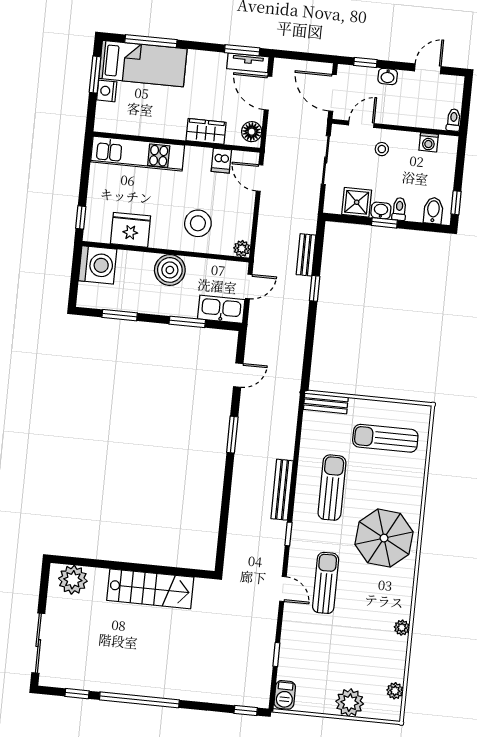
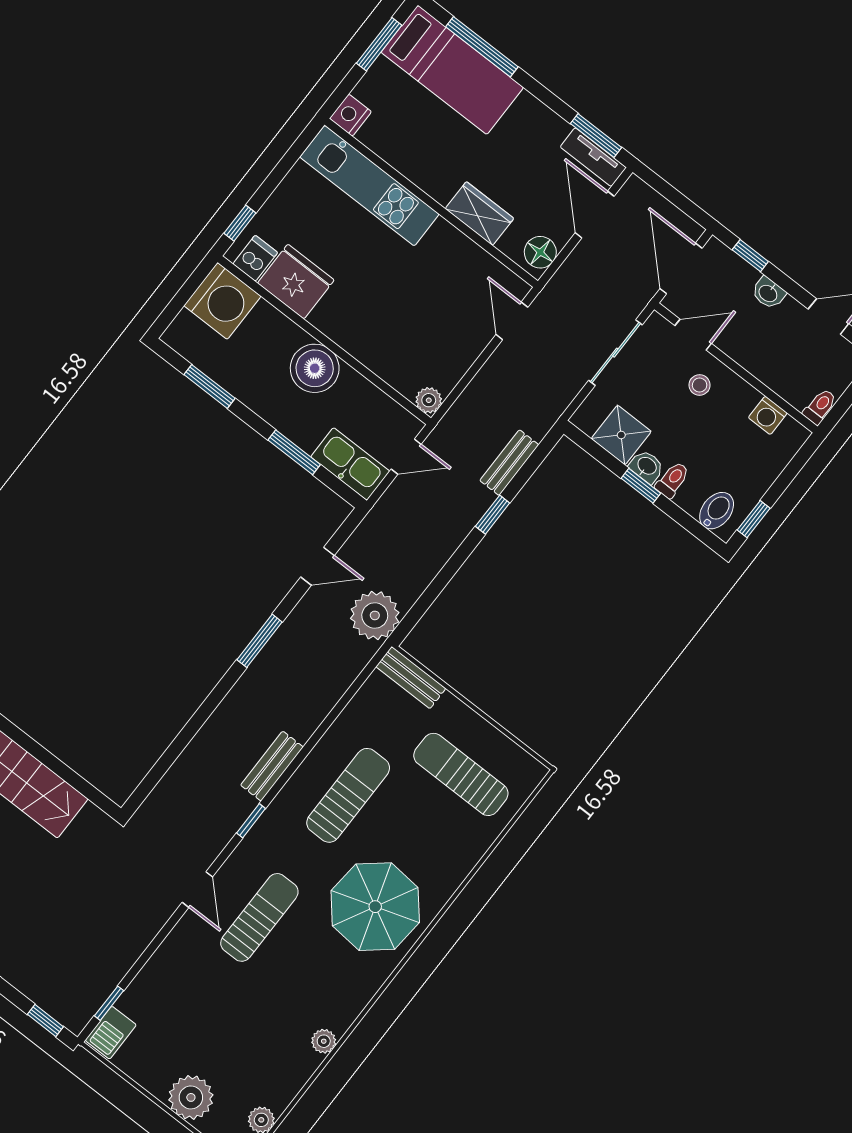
nightstand: (107, 91) -> (350, 115), moved
dishwasher: (221, 161) -> (255, 258), moved, turned 180
stool: (198, 223) -> (391, 330), removed
plant: (286, 382) -> (375, 615), added
bench: (282, 490) -> (272, 766), width x0.73
window: (276, 654) -> (109, 1003), moved

